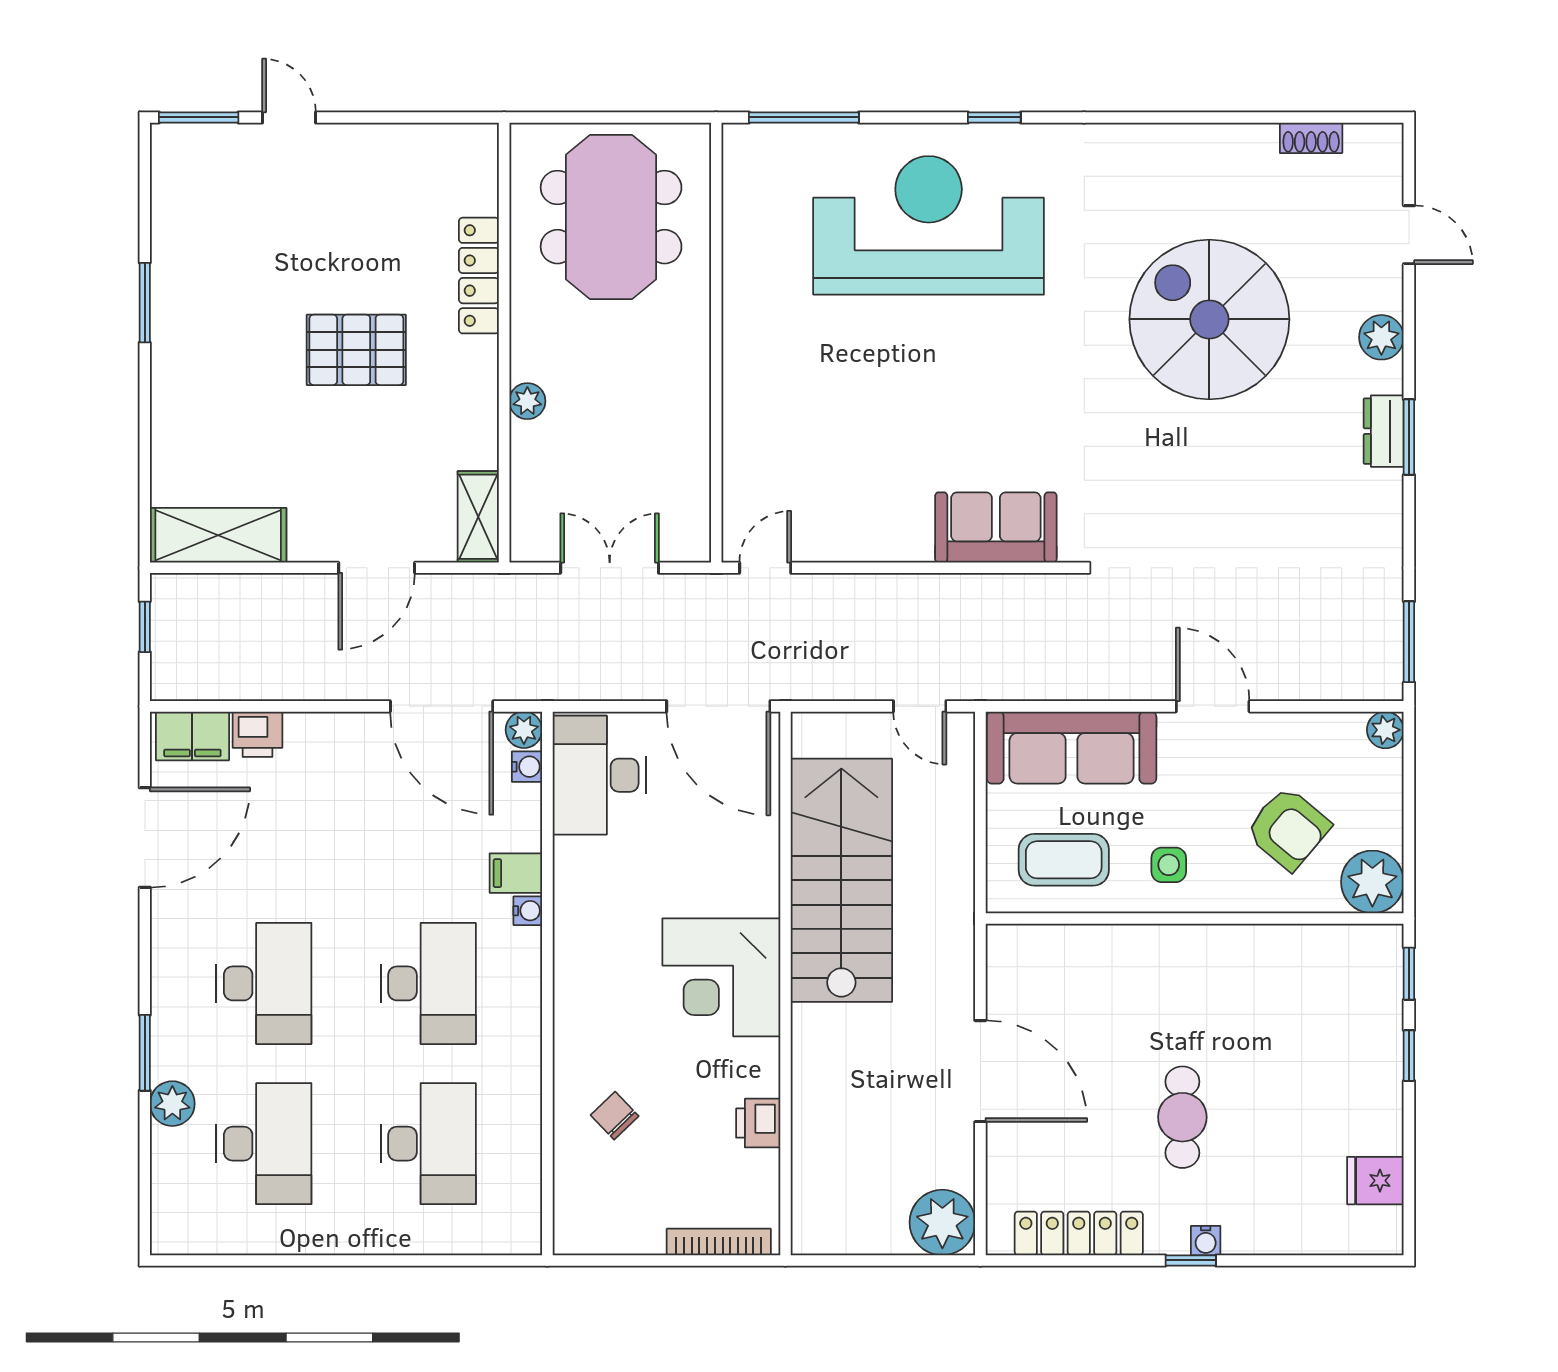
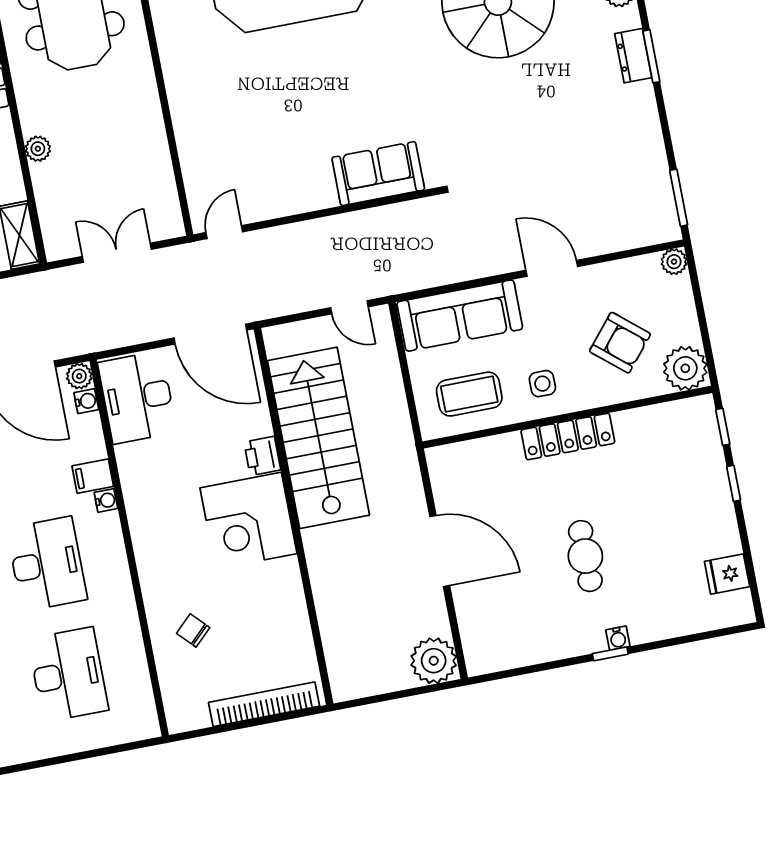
printer: (758, 1123) -> (262, 456), moved
locker: (1079, 1233) -> (568, 436), moved, turned 180
bookcase: (719, 1242) -> (264, 704), width x1.48, depth x1.31

